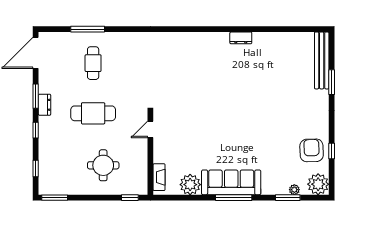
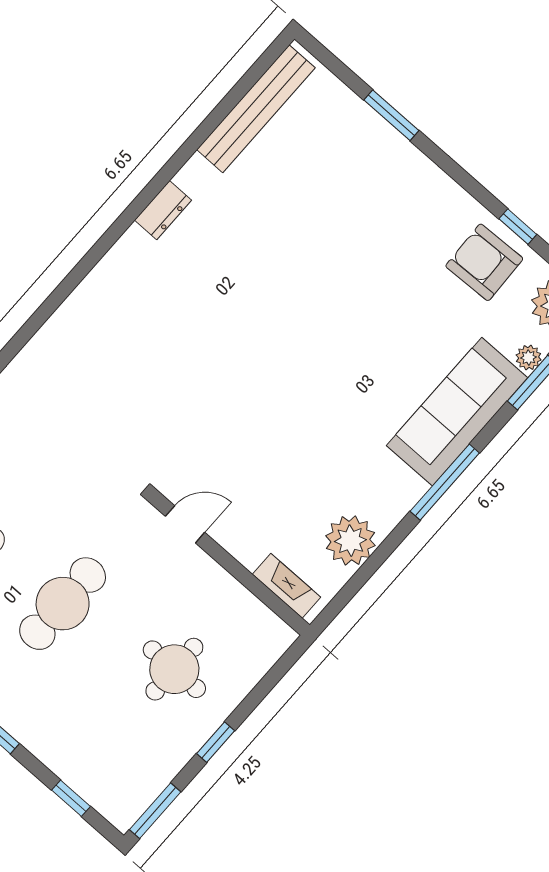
bench: (322, 60) -> (256, 109), moved, turned 90
door: (150, 129) -> (185, 524), swing flipped
sofa: (231, 182) -> (457, 412), moved
window: (130, 198) -> (216, 742), moved

